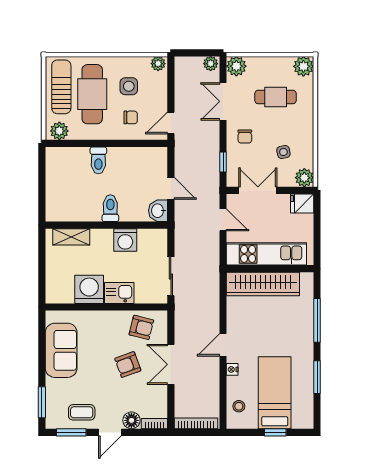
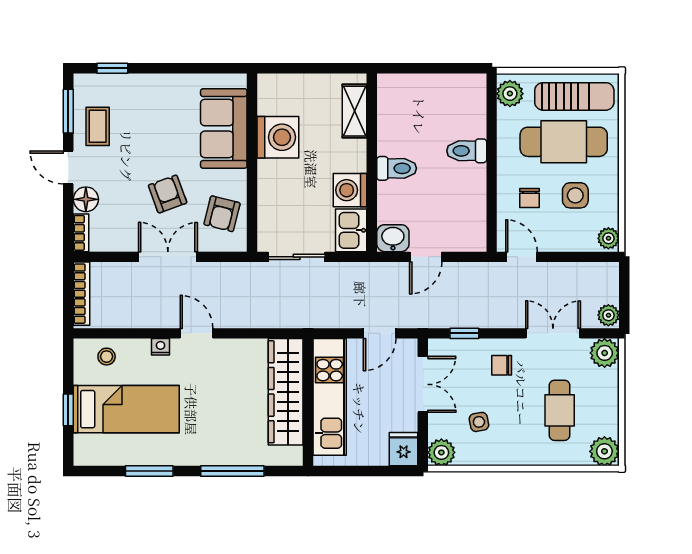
kitchen sink: (119, 293) -> (351, 230), moved, turned 180
sofa: (61, 350) -> (224, 128), moved, turned 90
window: (42, 402) -> (112, 68), width x0.67

